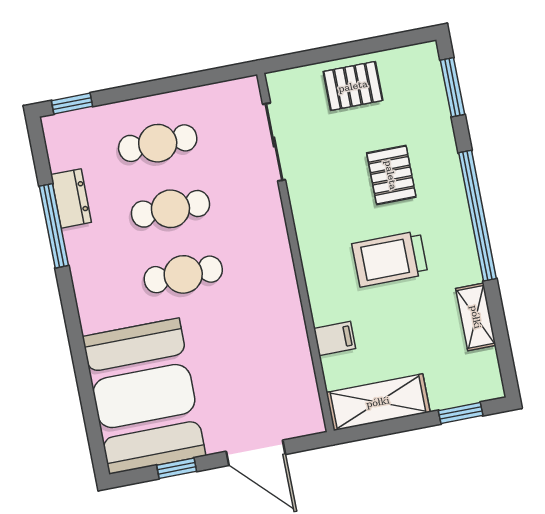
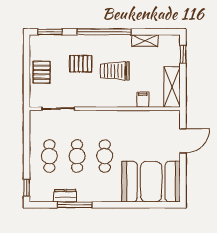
trolley: (390, 259) -> (115, 71), turned 90
window: (177, 468) -> (183, 174), removed

